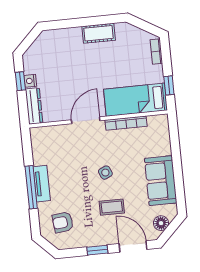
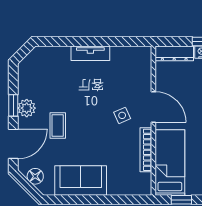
side table: (105, 173) -> (122, 115), moved
window: (31, 187) -> (88, 42), removed
armchair: (63, 222) -> (47, 72), removed
plant: (99, 238) -> (27, 108), added

